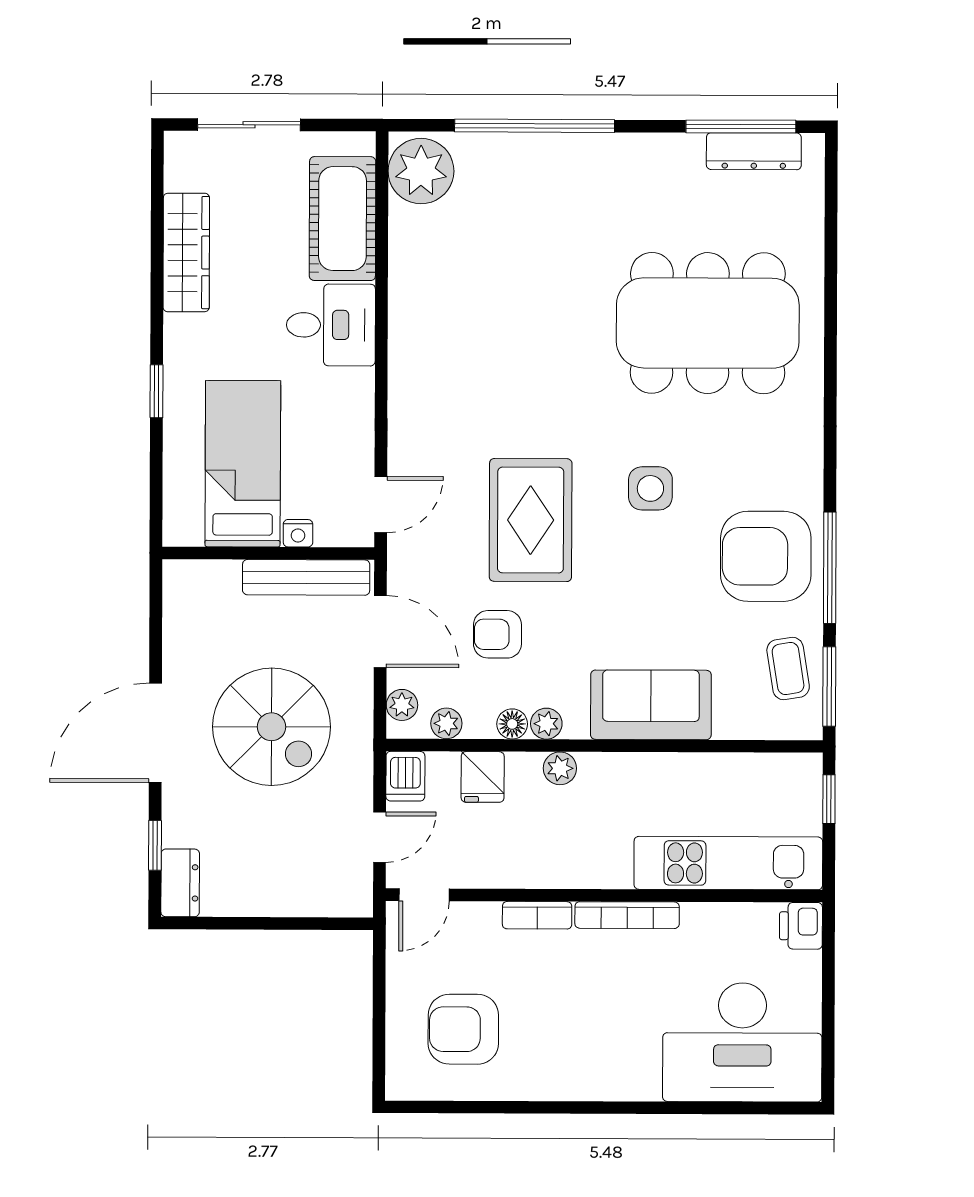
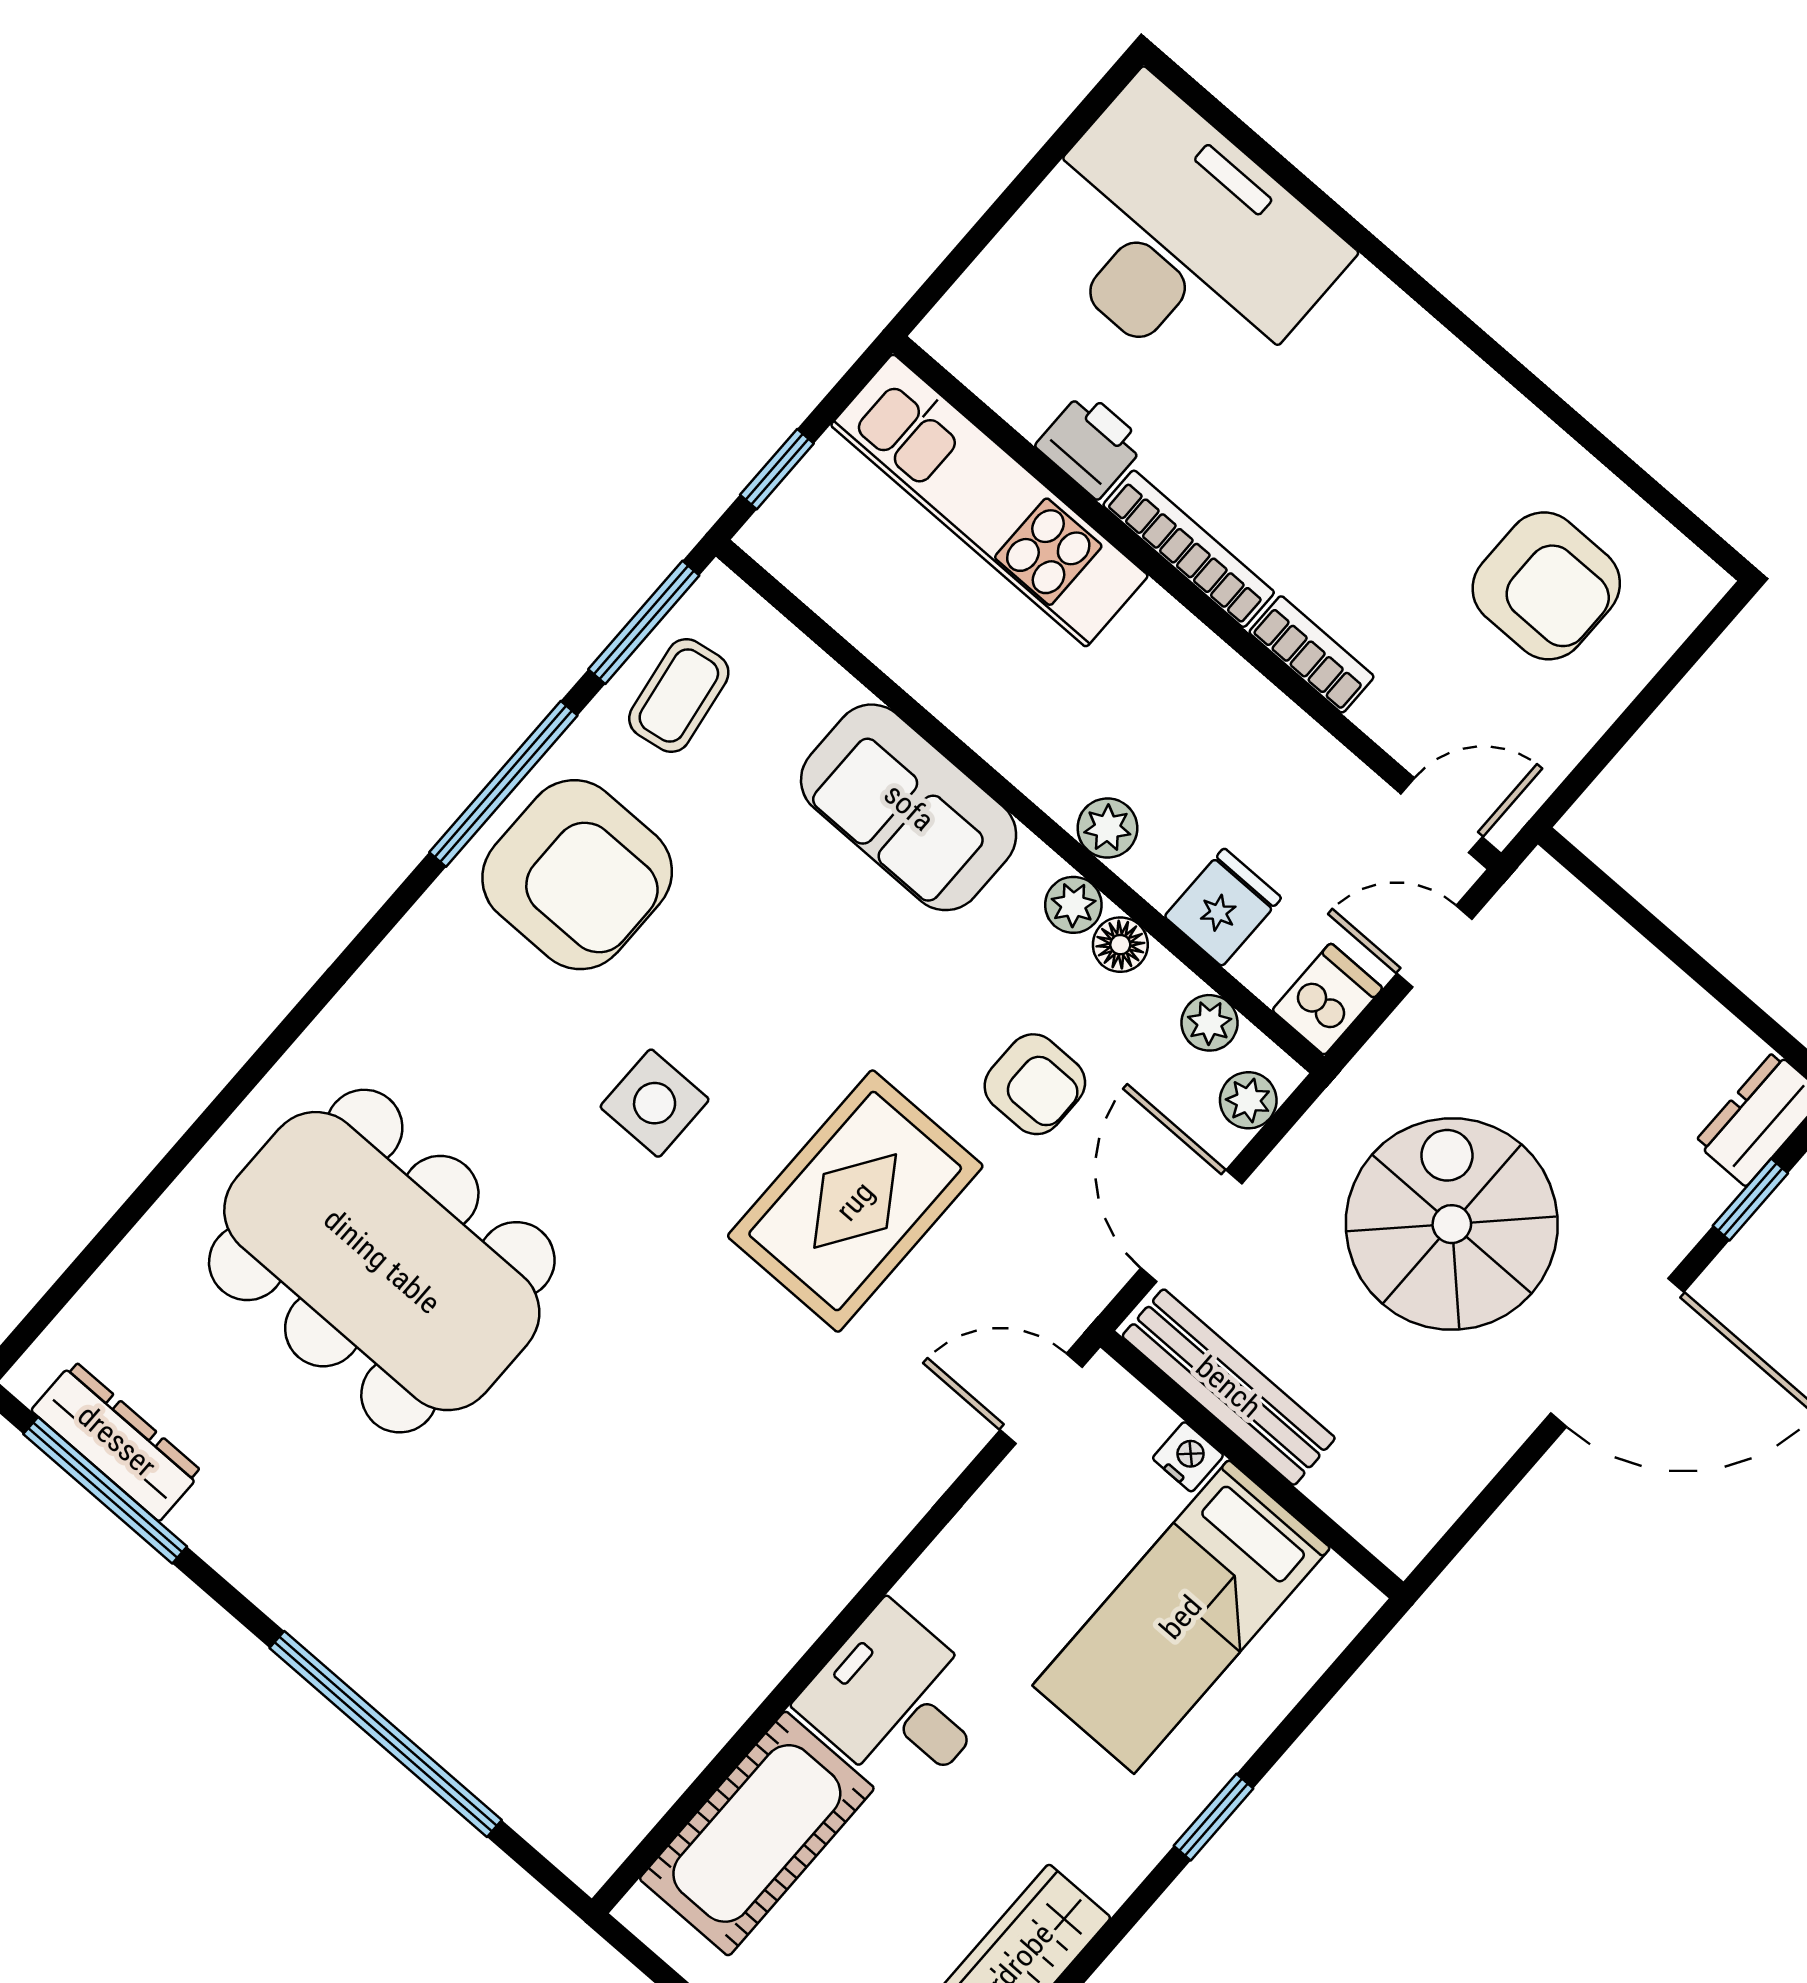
plant: (421, 171) -> (594, 1806), removed
printer: (801, 926) -> (1091, 445), moved, turned -90

